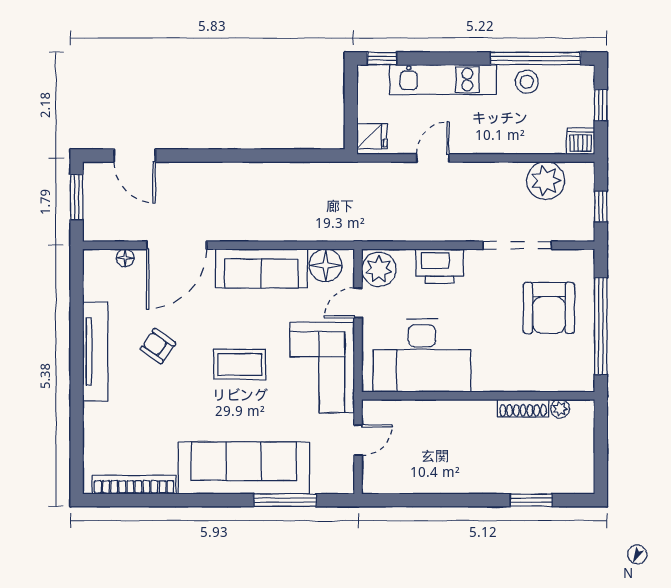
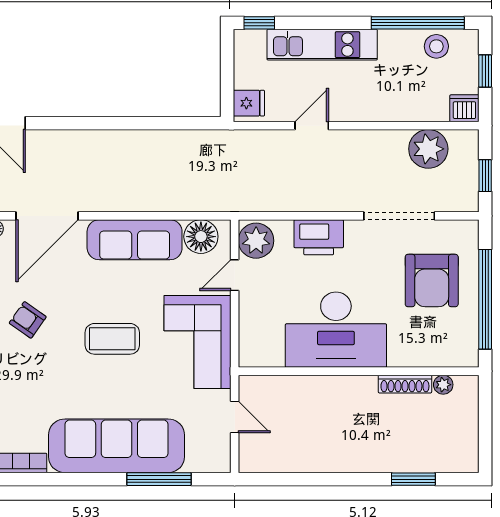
stool: (527, 82) -> (436, 46), moved
desk: (422, 356) -> (336, 330), moved
door: (358, 440) -> (235, 417), hinge flipped

